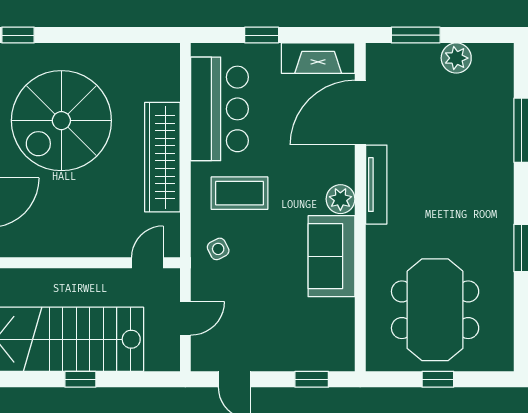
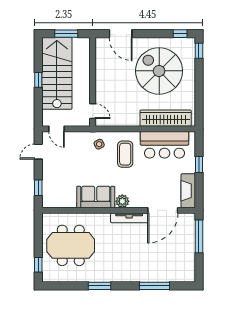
window: (416, 35) -> (199, 236), width x1.44
plant: (456, 58) -> (188, 255), removed
door: (360, 113) -> (163, 210), swing flipped
wardrobe: (162, 157) -> (166, 118), moved
door: (185, 318) -> (57, 129), moved
window: (438, 379) -> (38, 265), moved

